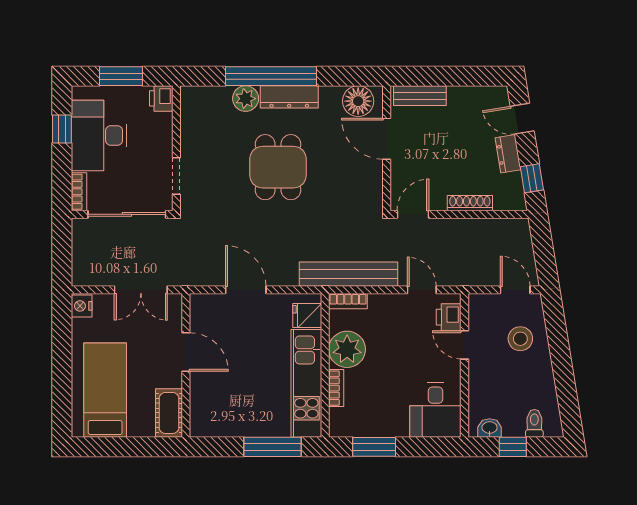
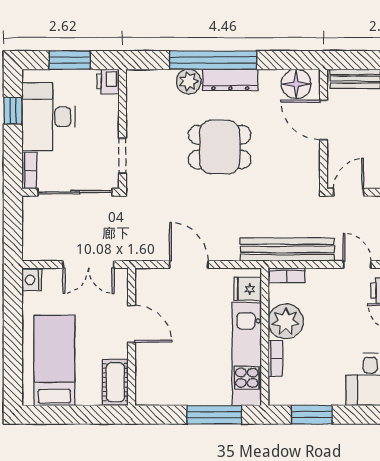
dining table: (278, 167) -> (220, 147), turned 90

